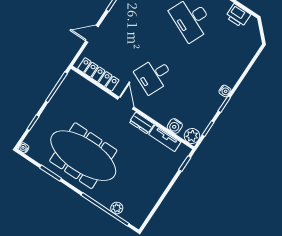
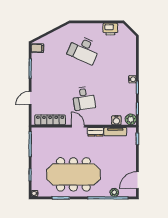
desk: (154, 75) -> (84, 98), turned -33
door: (153, 212) -> (137, 180), added

